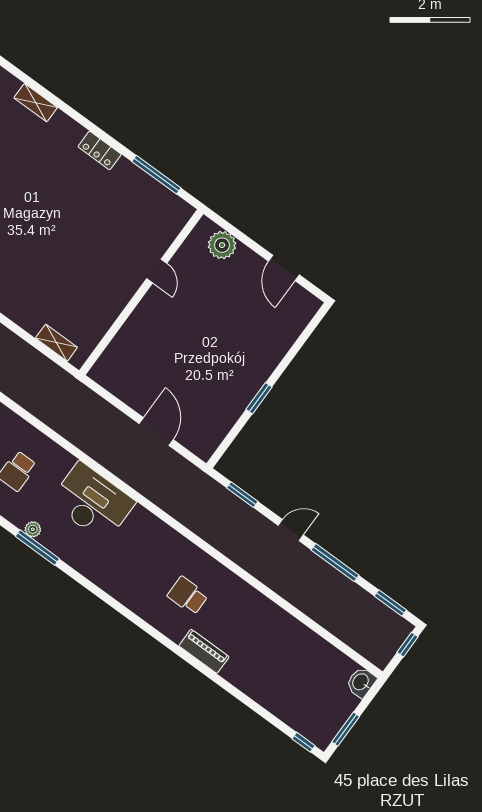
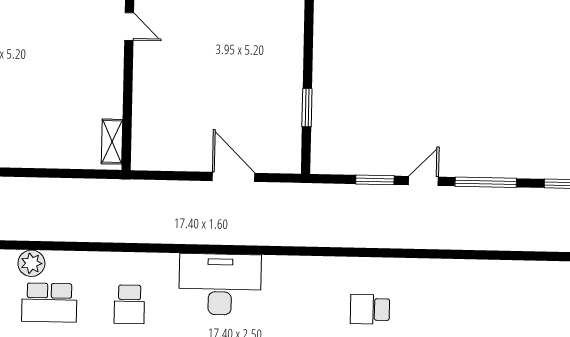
shelving: (56, 343) -> (112, 142), moved, turned 90
window: (259, 398) -> (307, 108), moved
window: (242, 495) -> (375, 180), moved

